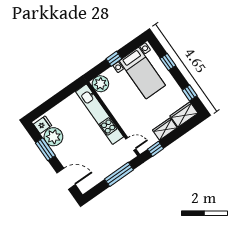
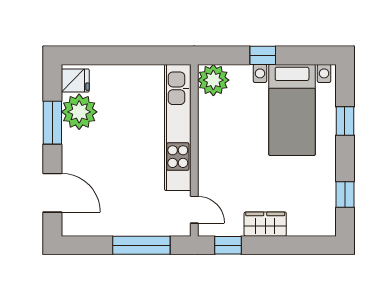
wardrobe: (184, 115) -> (312, 222), removed

